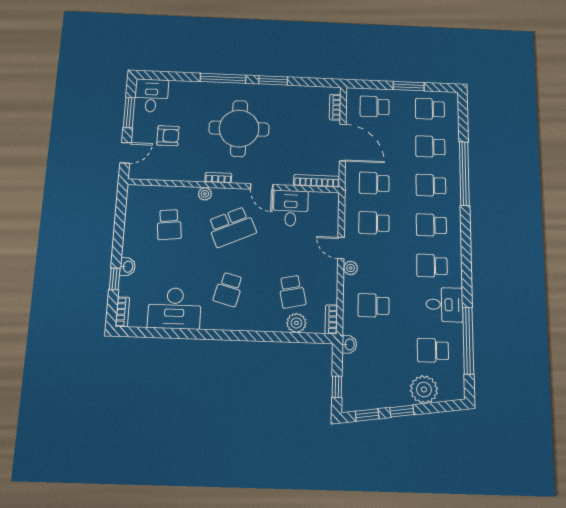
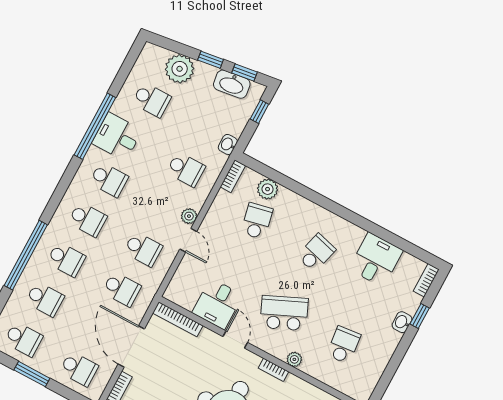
desk: (174, 308) -> (376, 260), width x0.73
window: (468, 340) -> (95, 126), moved
washbasin: (373, 399) -> (232, 84), added

